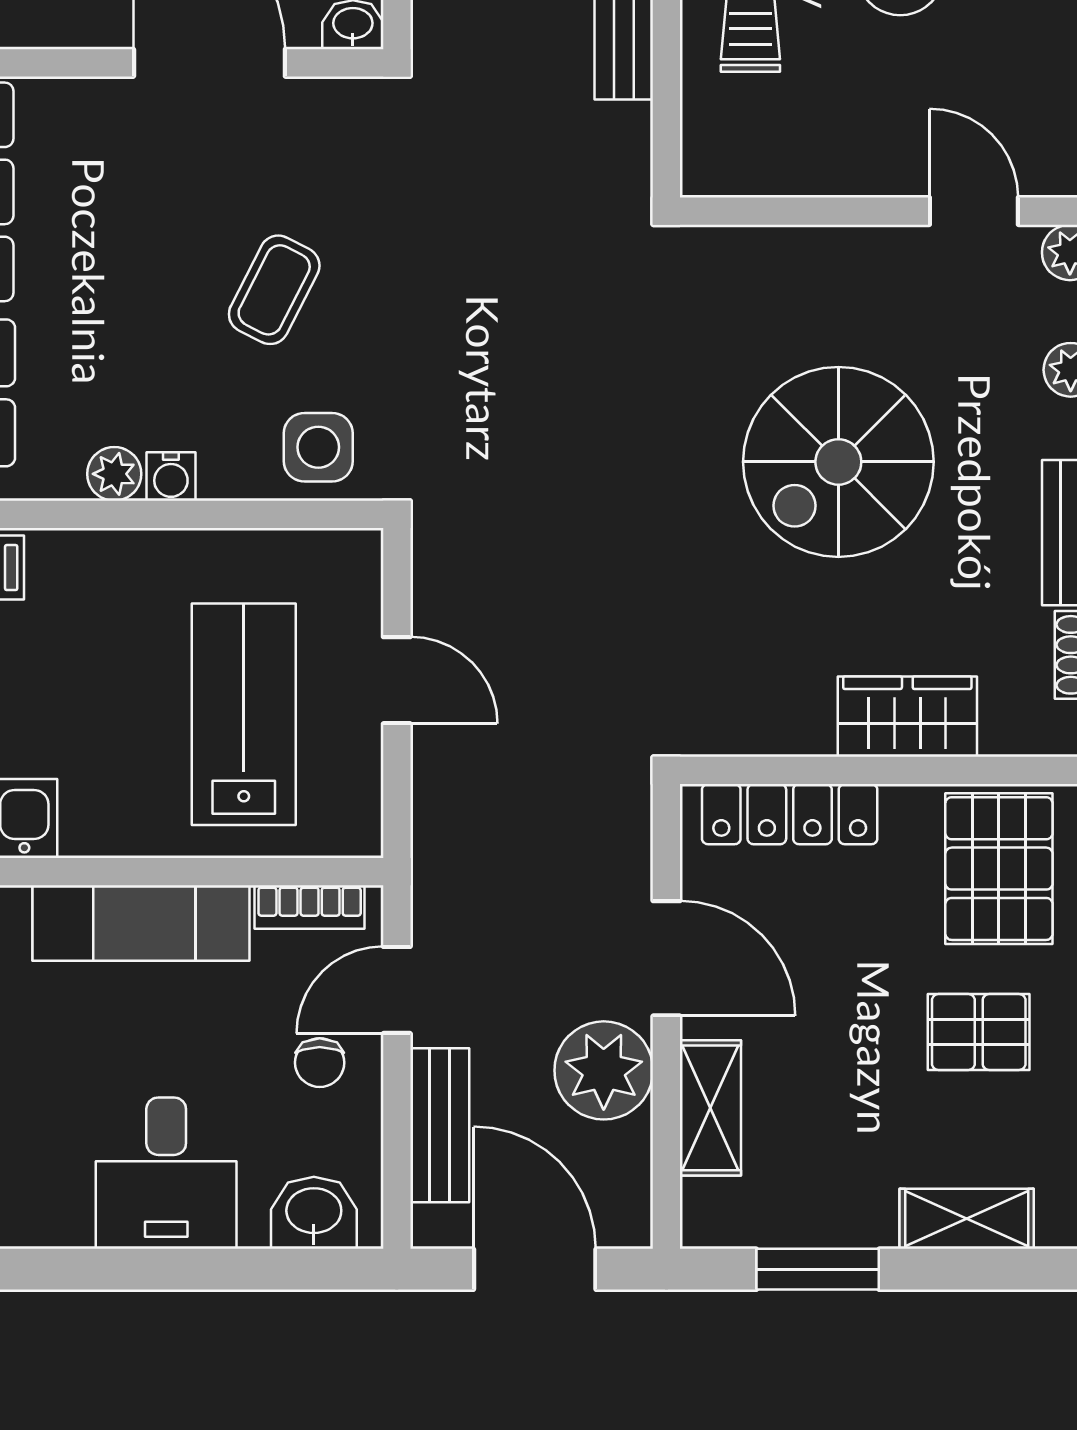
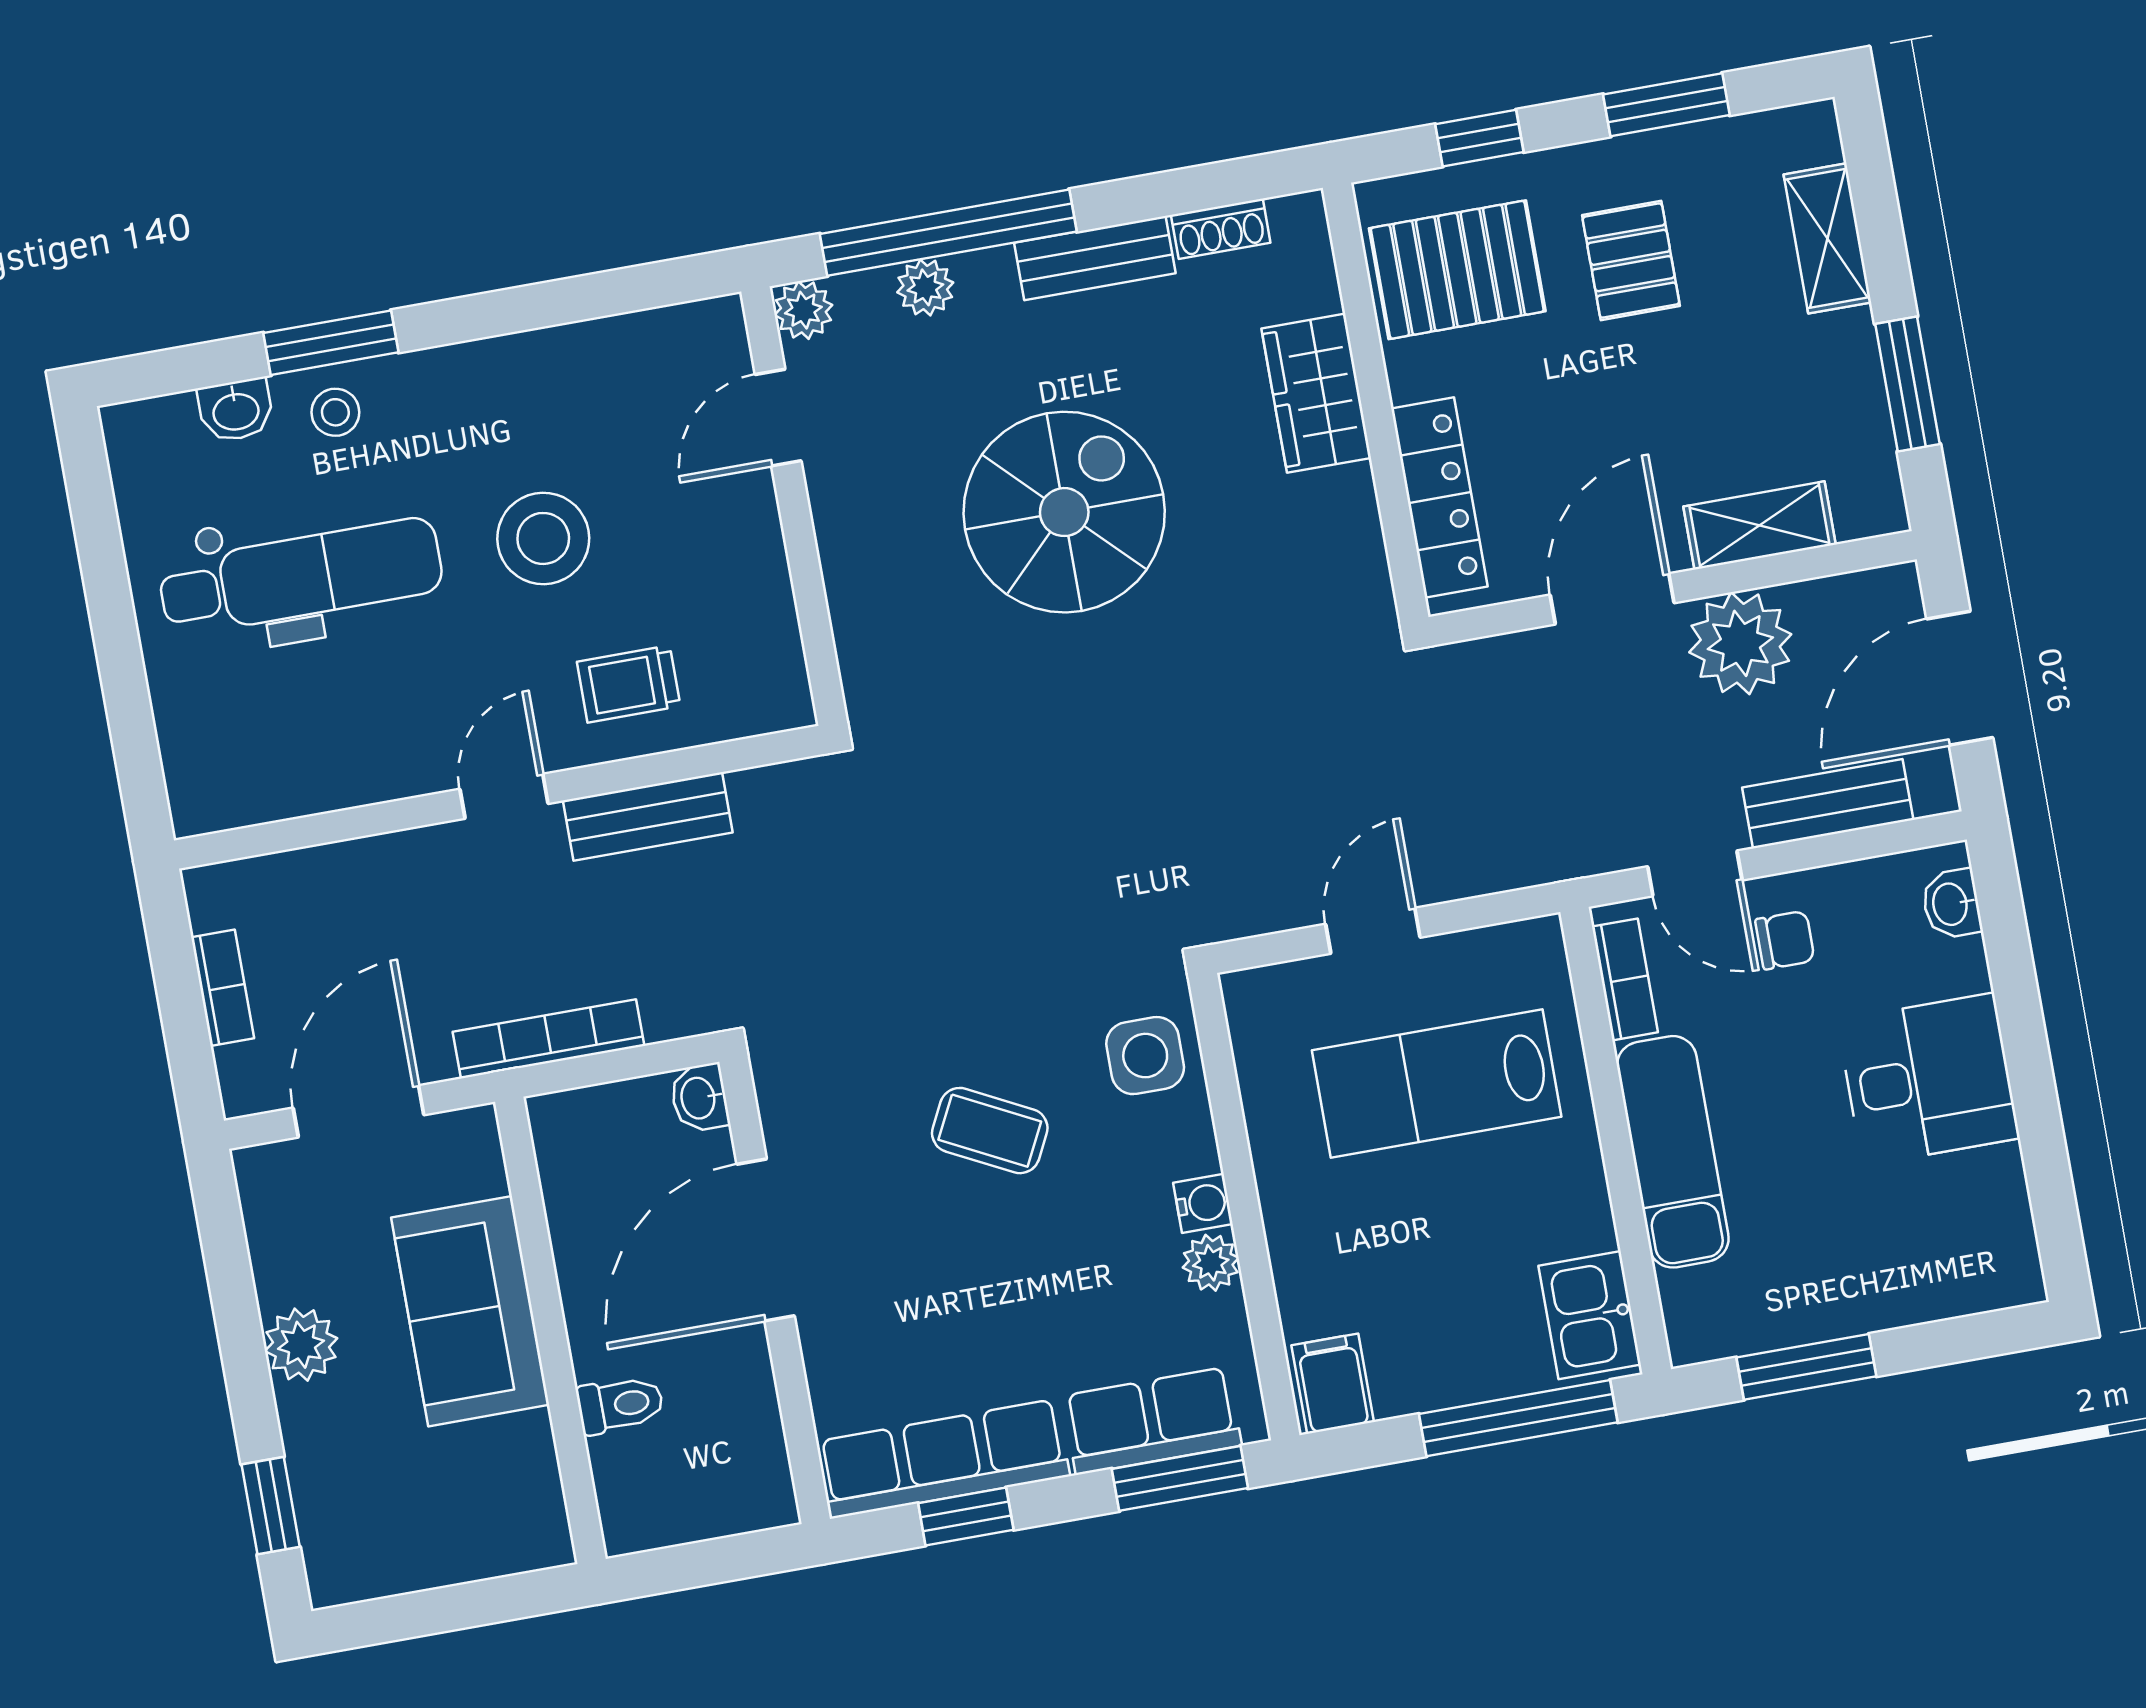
spiral stairs: (838, 462) -> (1064, 512), turned -90
washbasin: (314, 1213) -> (1951, 904), width x0.72, depth x0.69

